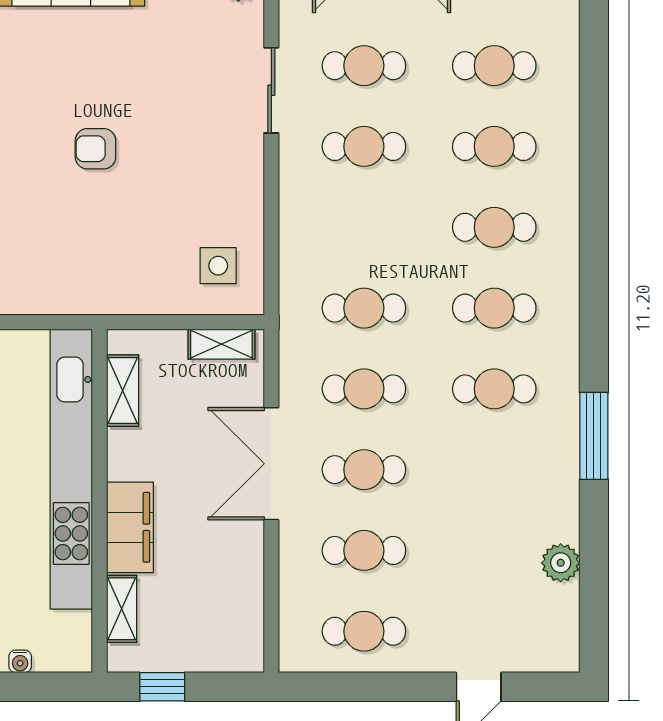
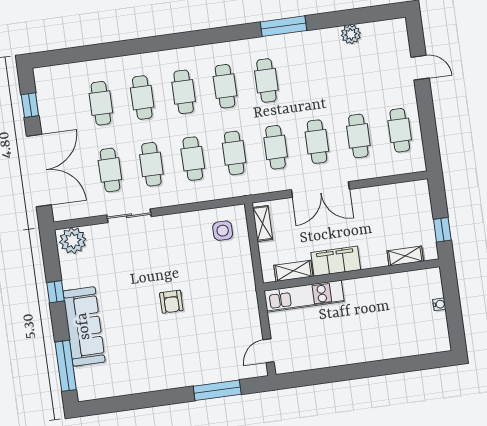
cafe table: (364, 227) -> (193, 159), added
kitchen unit: (71, 469) -> (304, 296), width x0.54
filing cabinet: (130, 527) -> (336, 261), moved

